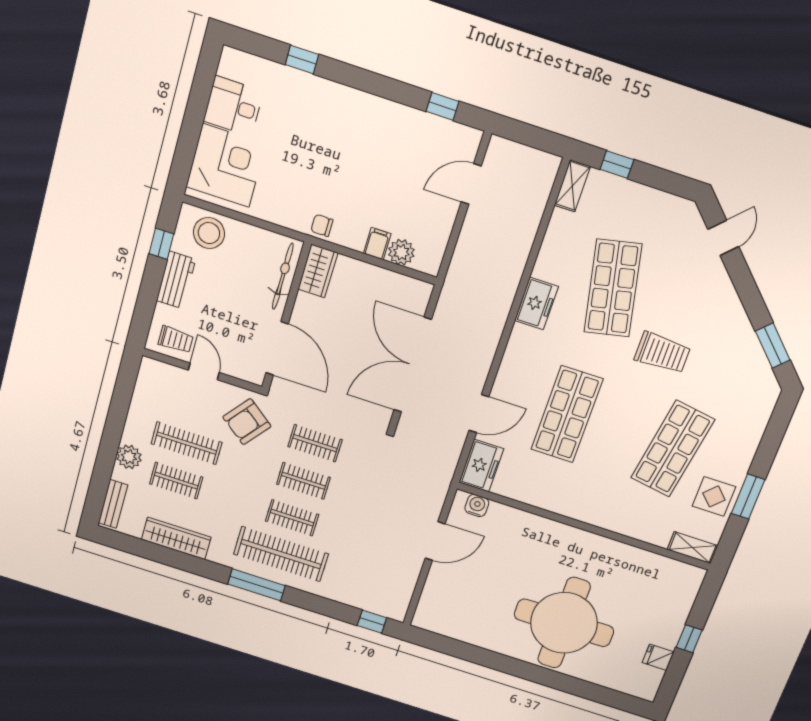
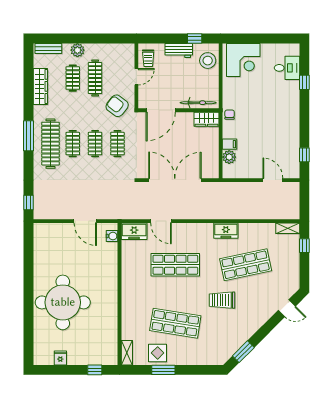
desk: (233, 106) -> (287, 68), moved, turned 90
trolley: (662, 353) -> (222, 300), turned 90
window: (689, 639) -> (95, 370), moved

